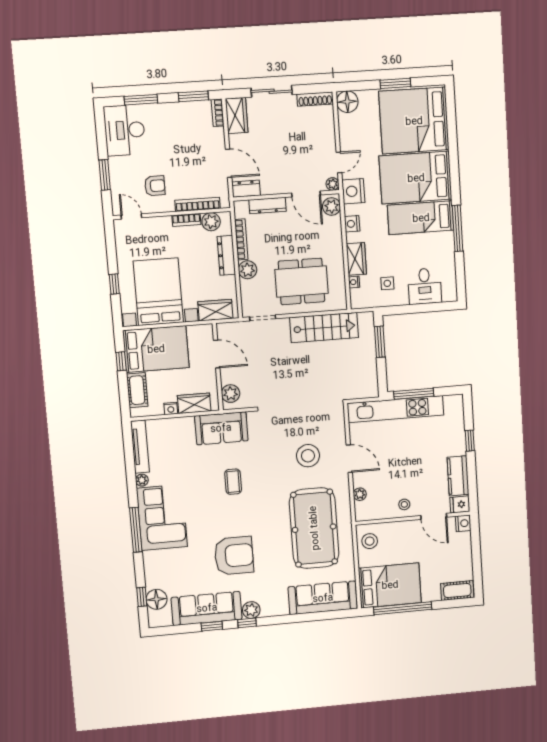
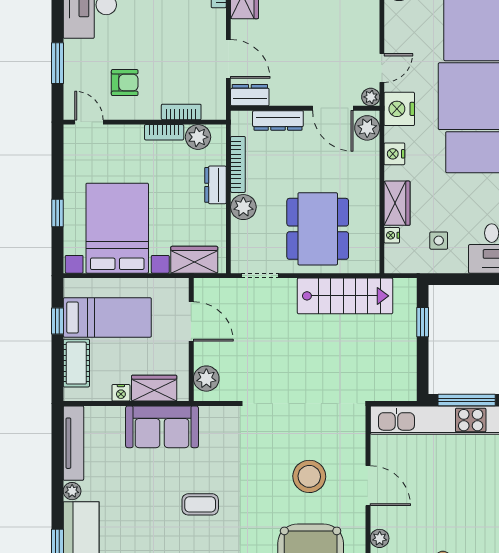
bookcase: (198, 204) -> (181, 112), width x0.64
dresser: (226, 255) -> (215, 185), width x0.70
dining table: (301, 281) -> (318, 229), turned 90
window: (380, 342) -> (423, 322), width x0.67
bed: (156, 349) -> (107, 317), width x0.67
sofa: (221, 428) -> (162, 427), moved
coffee table: (233, 482) -> (200, 504), turned 90

